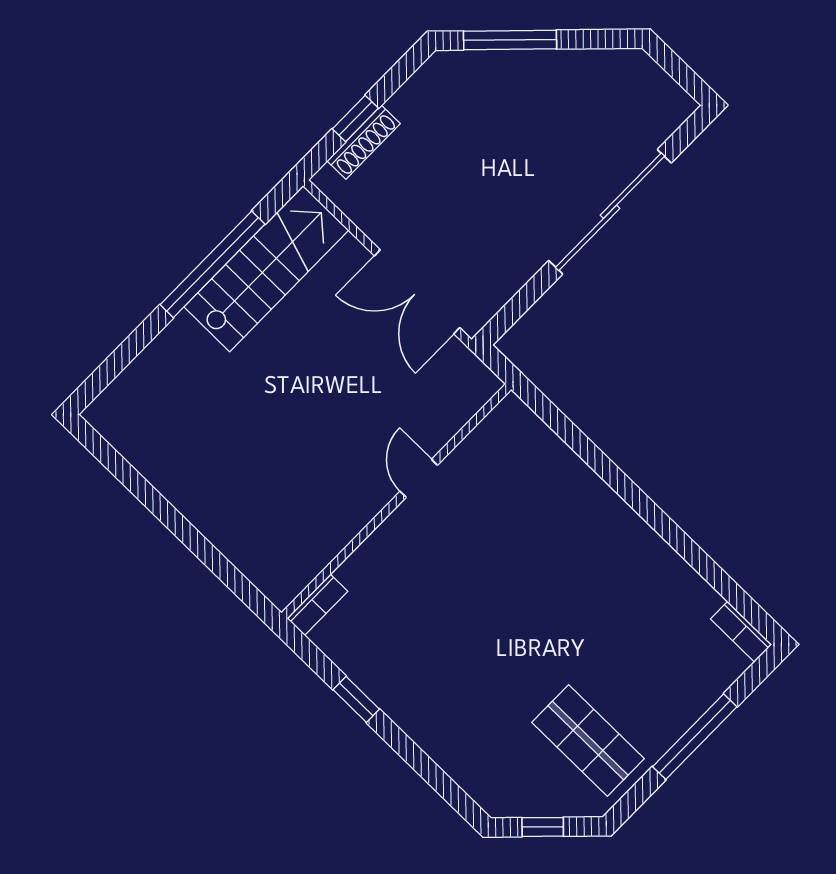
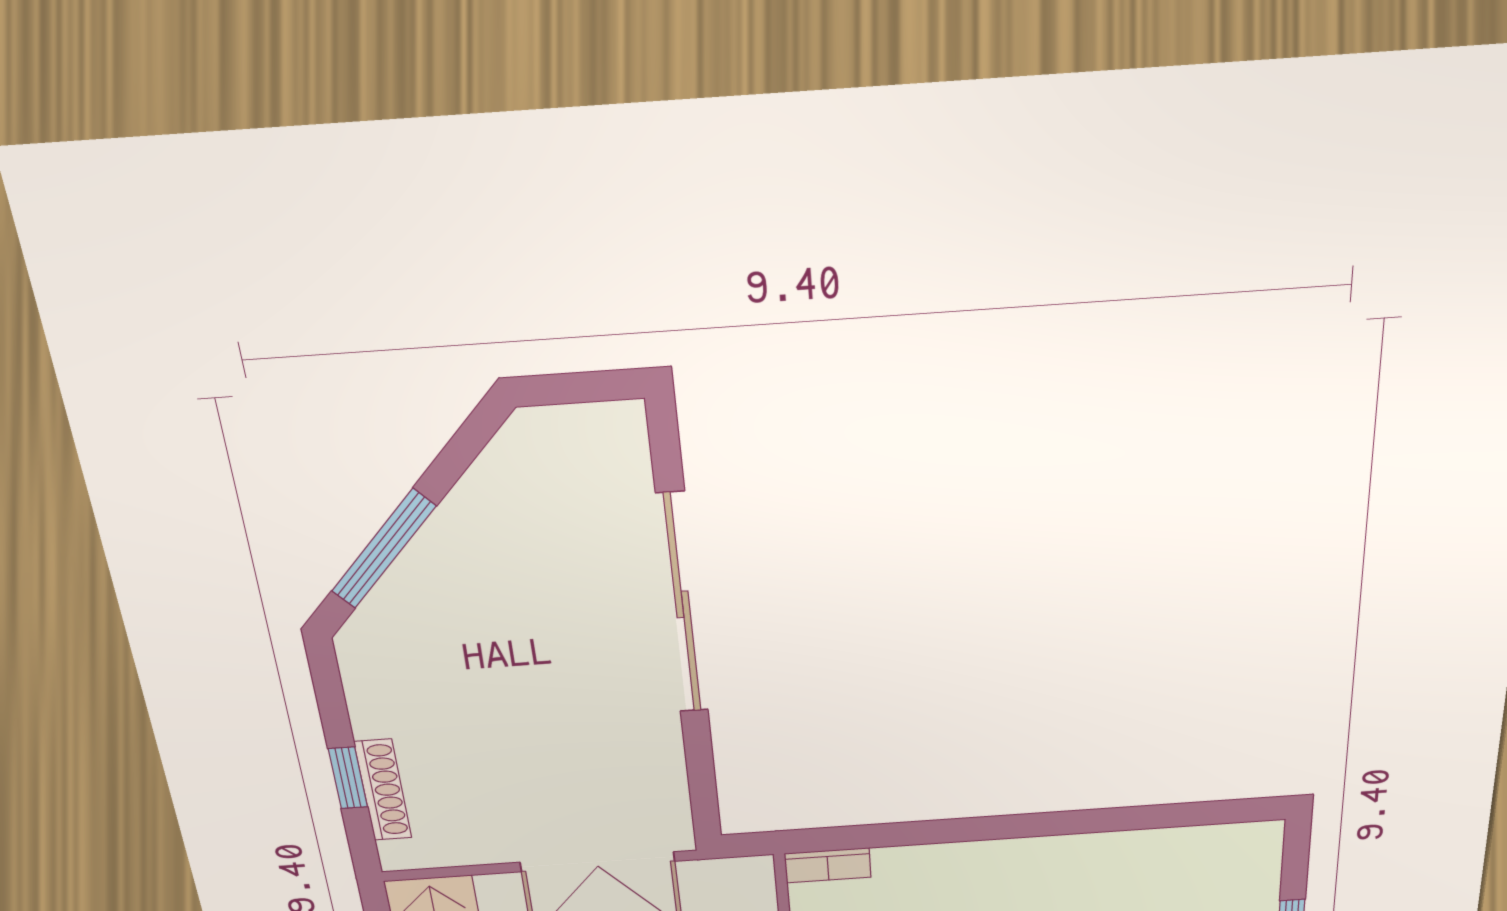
bookcase: (741, 632) -> (828, 865), moved

